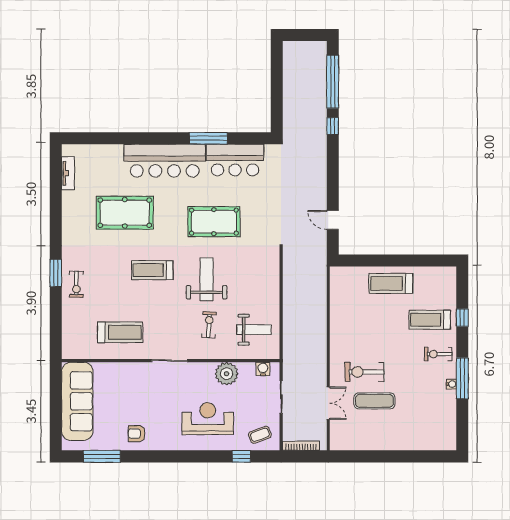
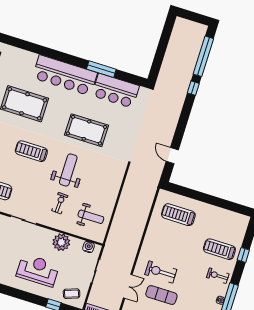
treadmill: (391, 283) -> (178, 215), moved

